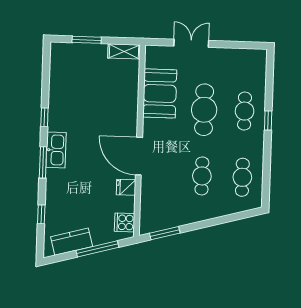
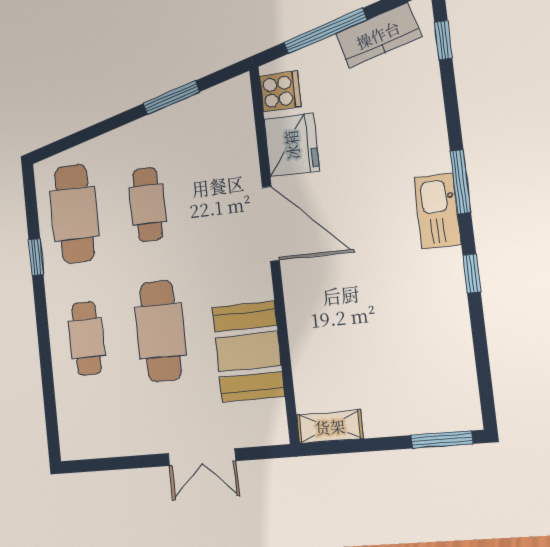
window: (87, 40) -> (442, 439), moved
window: (268, 120) -> (36, 257), moved
cafe table: (242, 177) -> (75, 214), width x1.37, depth x1.35
fridge: (126, 187) -> (292, 145), width x1.88, depth x1.34
window: (41, 214) -> (443, 40), moved
window: (165, 233) -> (171, 98), moved

